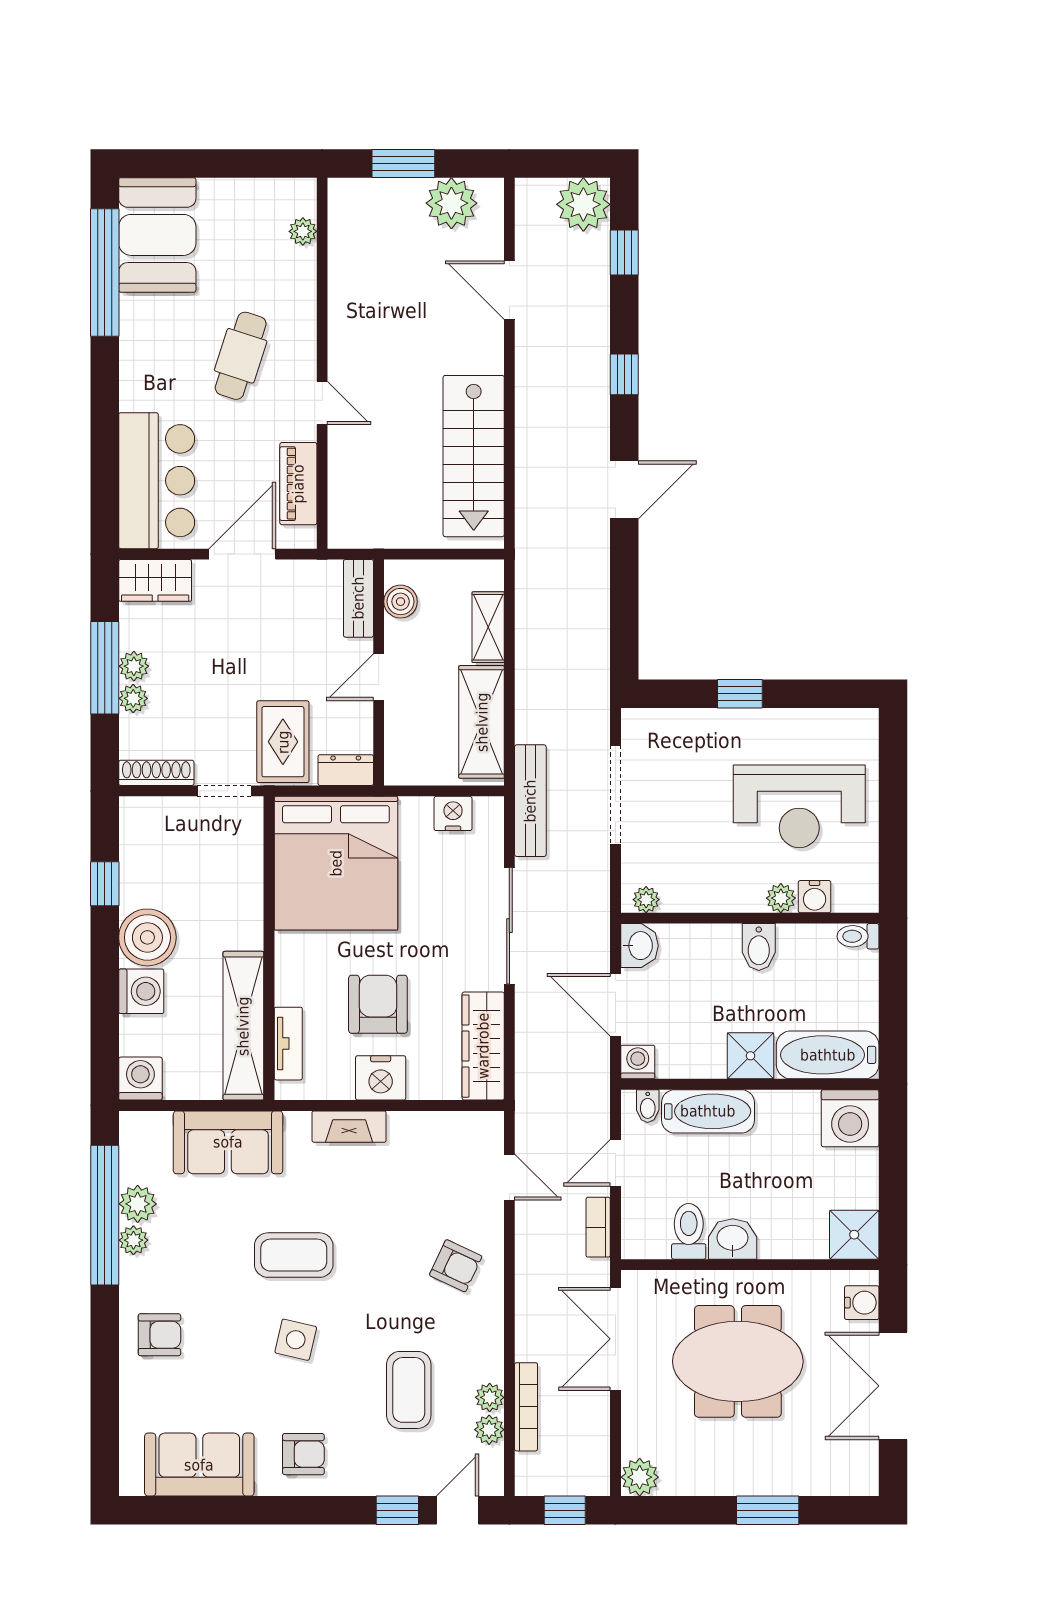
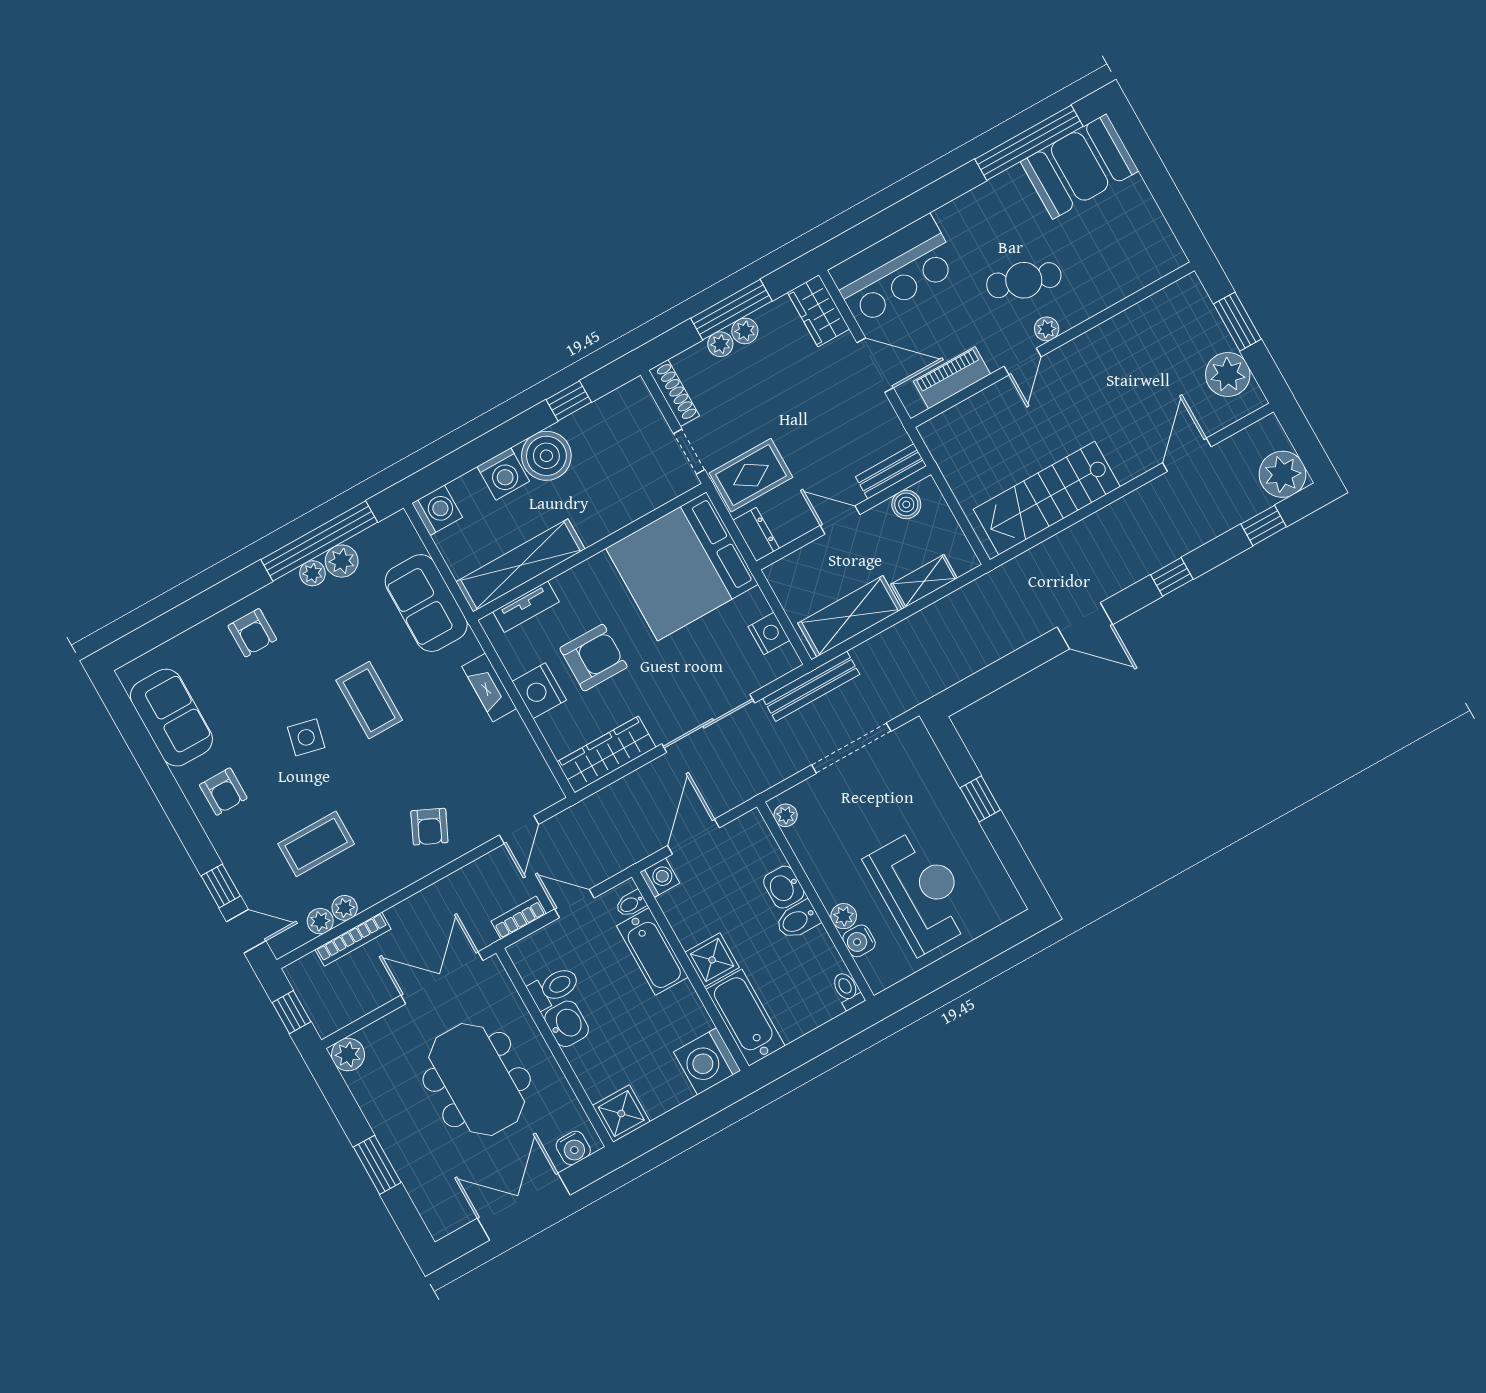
plant: (303, 231) -> (1047, 329), moved
reception desk: (799, 806) -> (921, 891), turned 180
washbasin: (639, 946) -> (784, 887), moved, turned 90

